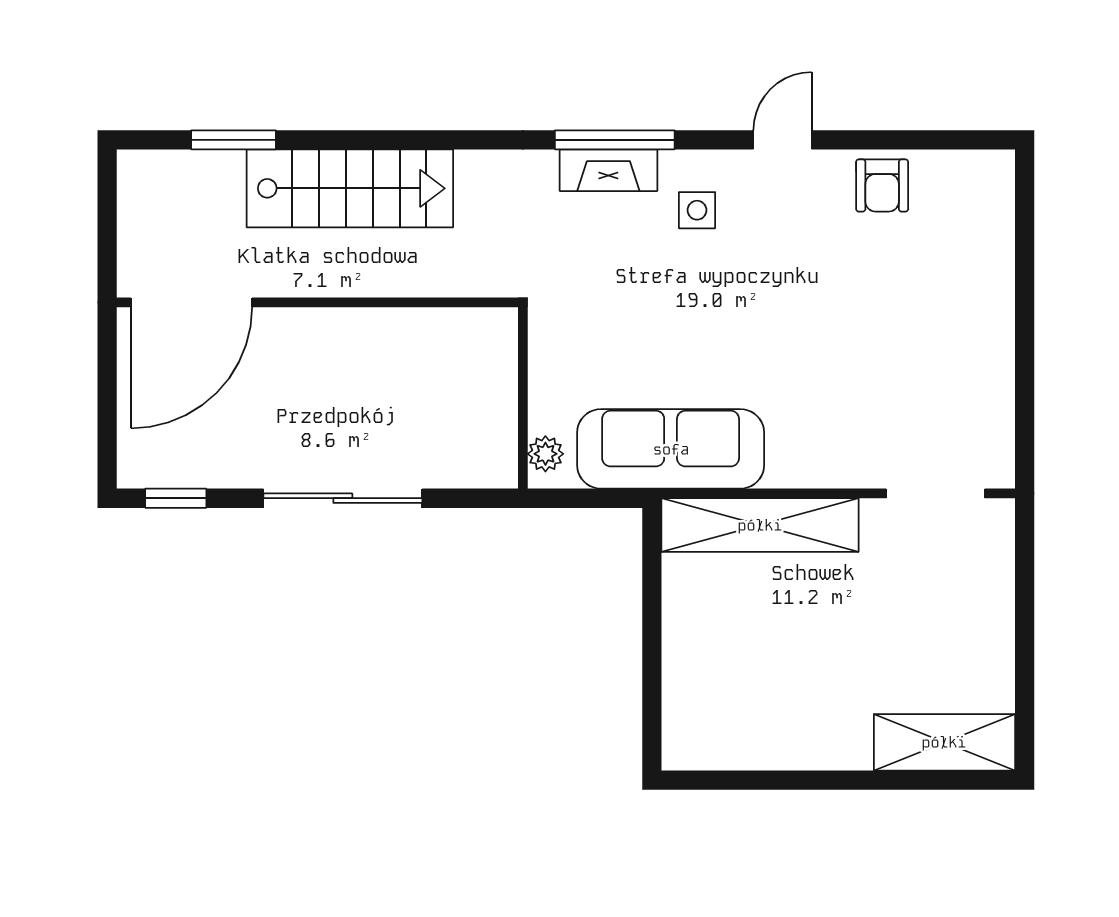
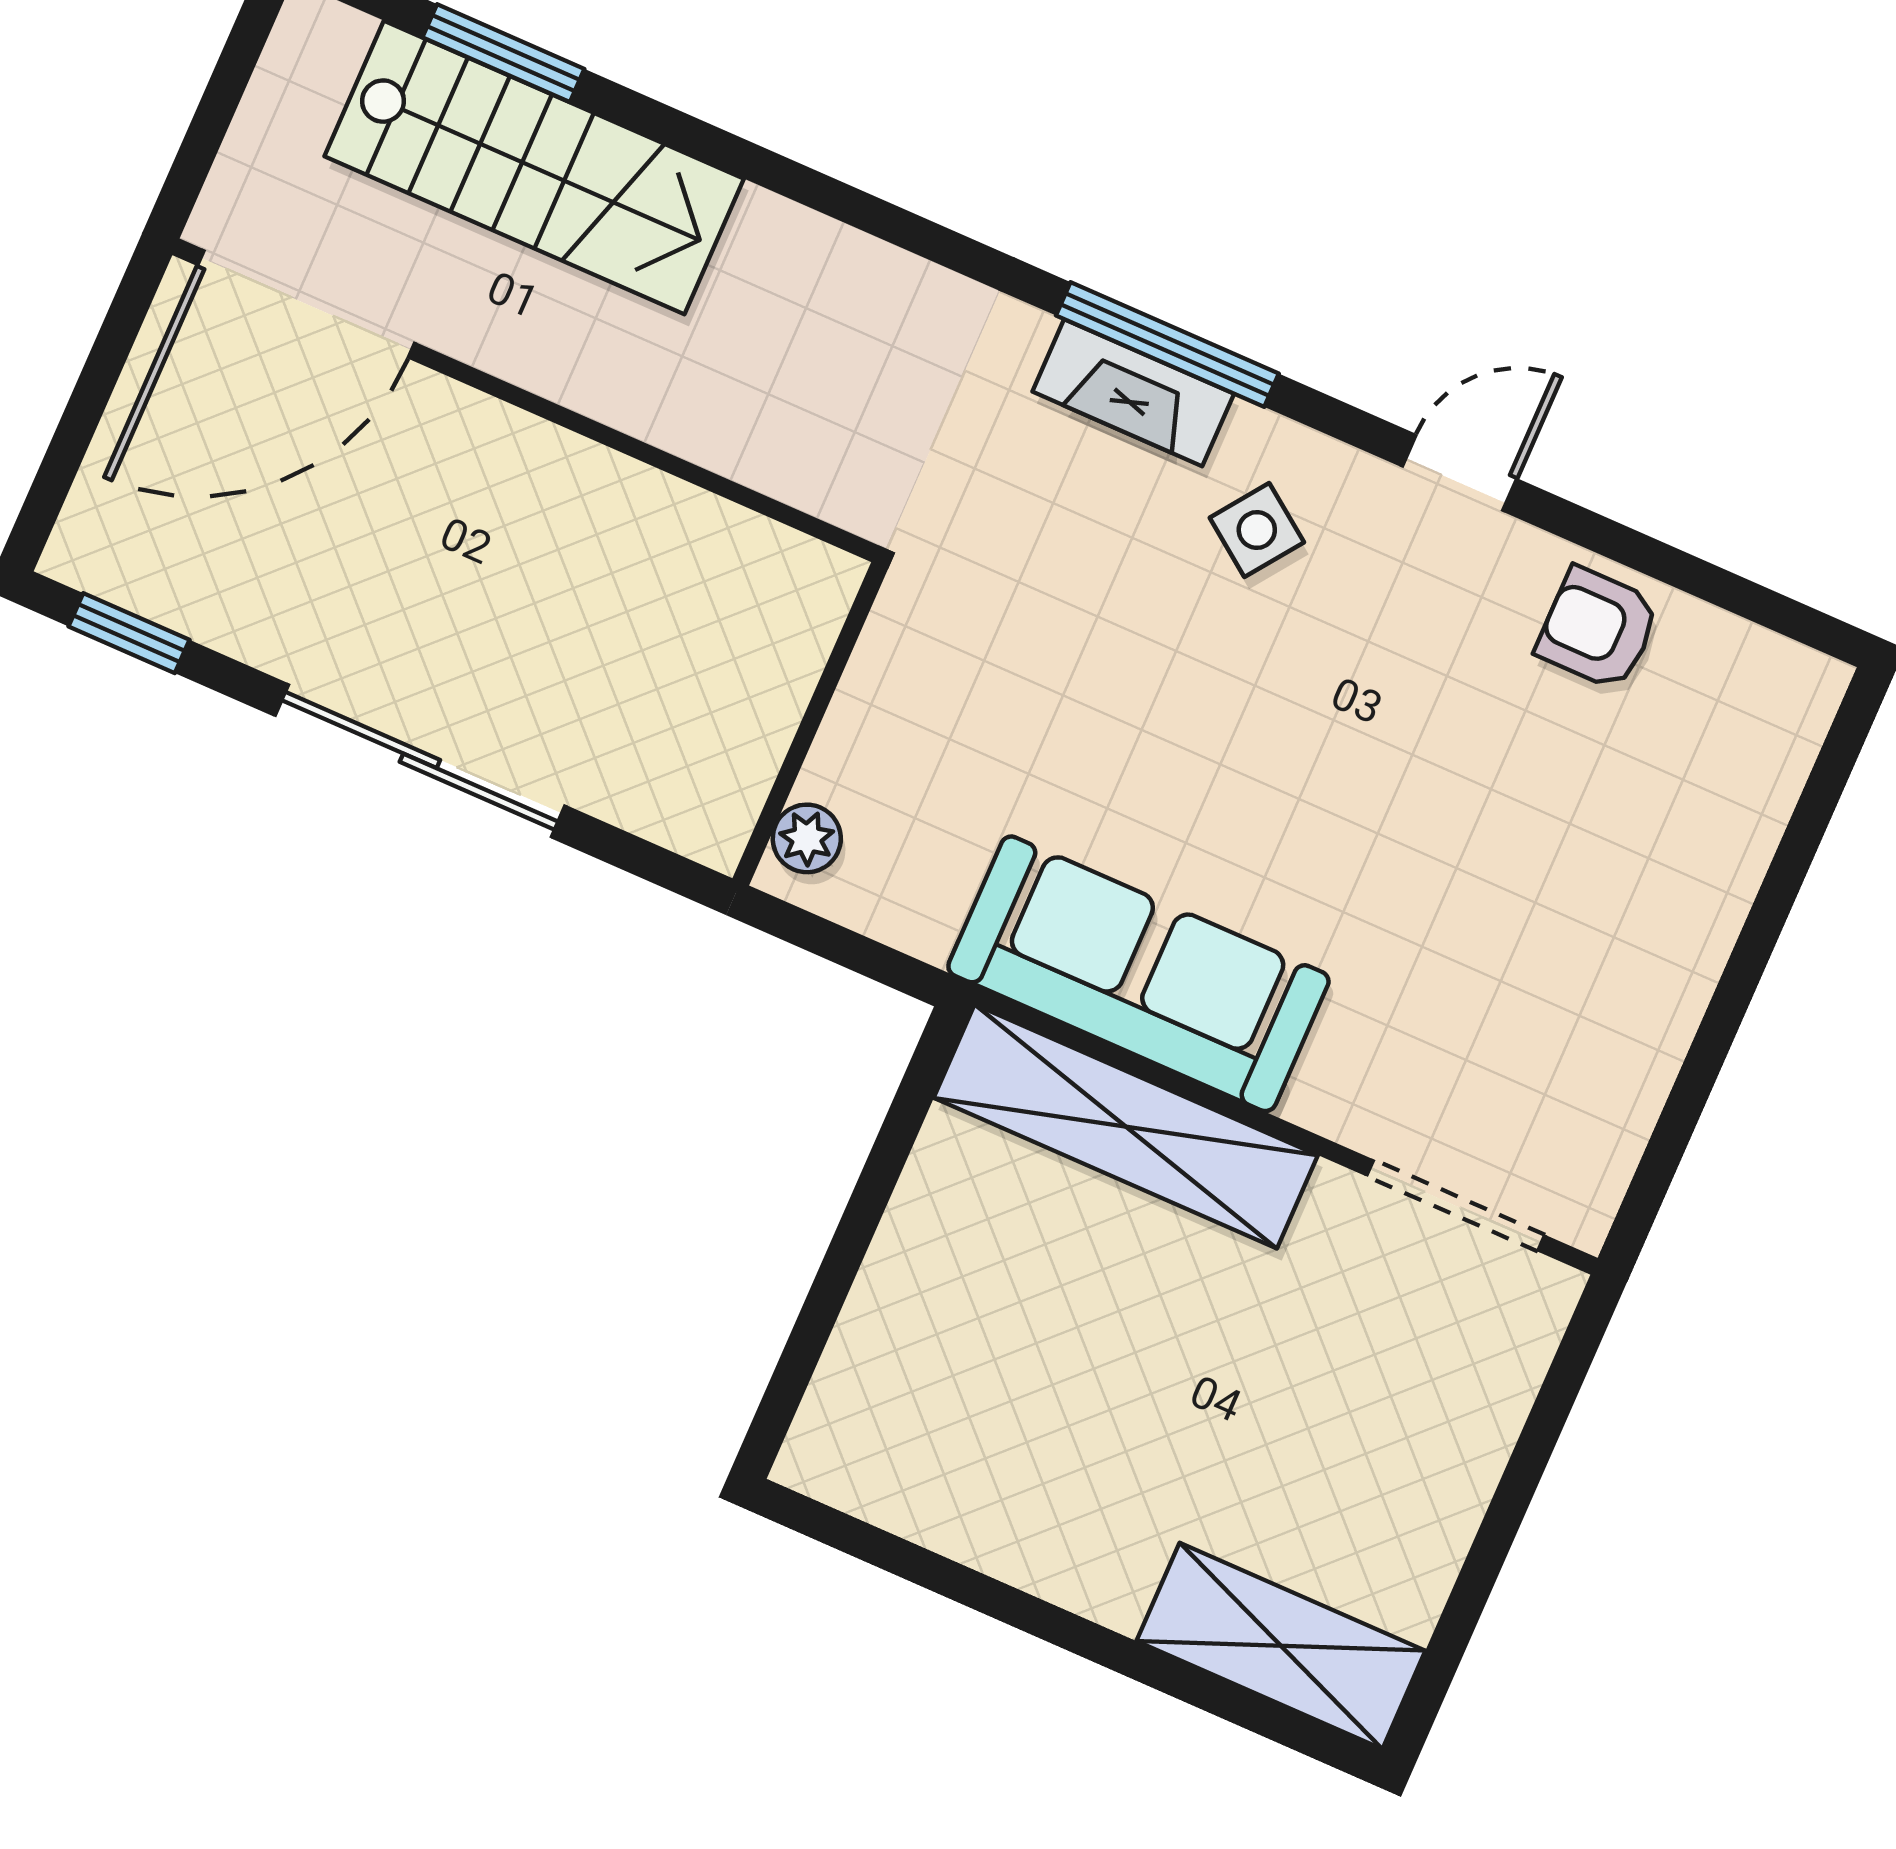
armchair: (882, 185) -> (1598, 628), turned 90
stairs: (350, 188) -> (534, 167), moved
side table: (697, 210) -> (1257, 530), turned 36
sofa: (671, 449) -> (1138, 974), moved

